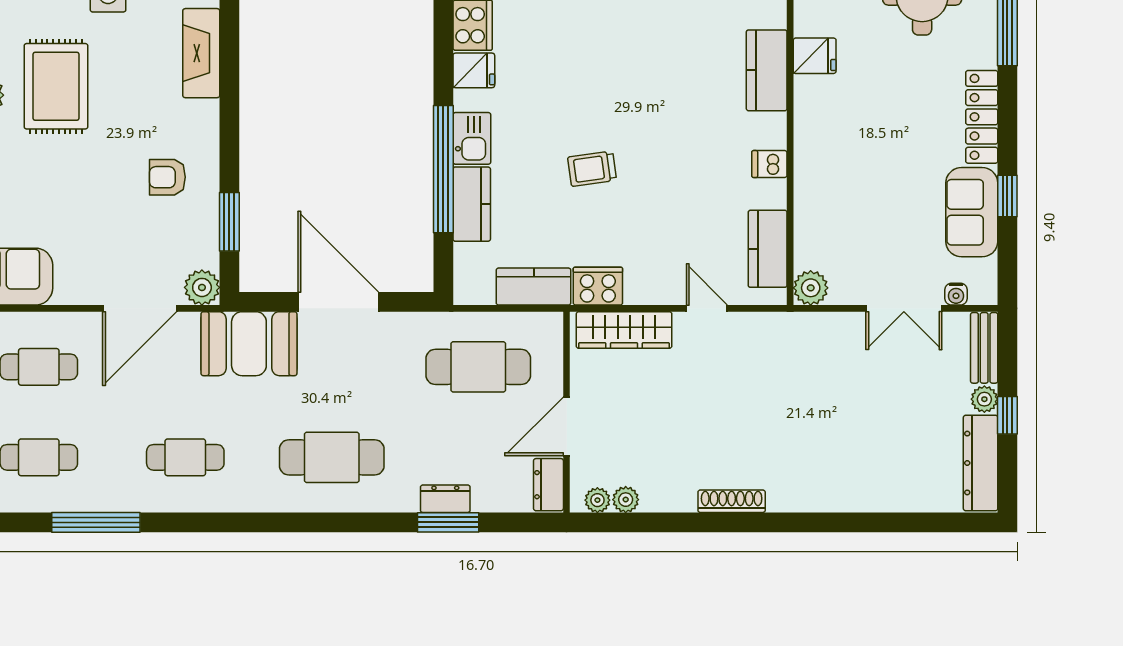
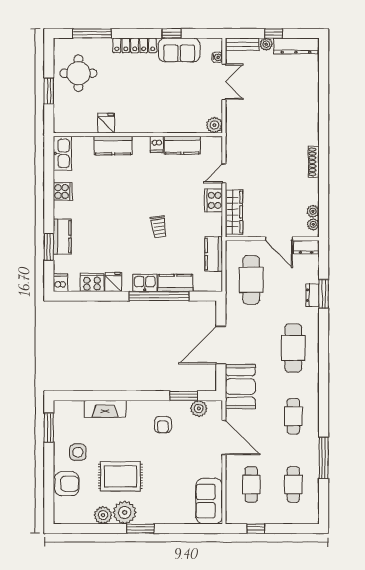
kitchen counter: (768, 249) -> (182, 145), moved
cooker: (598, 286) -> (214, 200), moved
plant: (202, 287) -> (199, 408), moved

